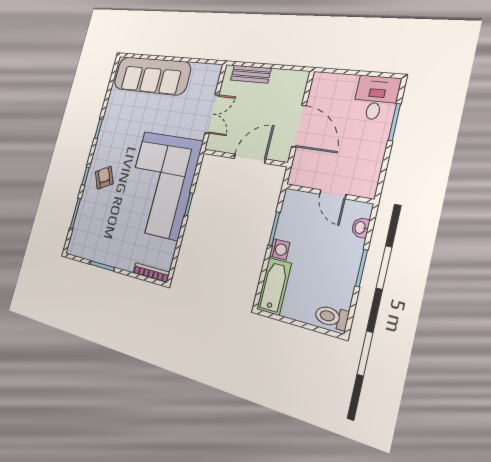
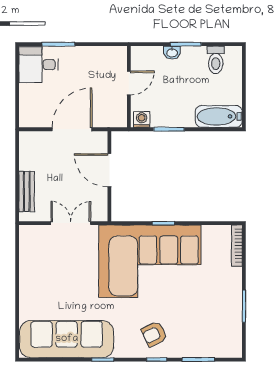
sofa: (152, 76) -> (67, 339), moved, turned -90
washbasin: (360, 228) -> (172, 53), moved
washing machine: (280, 249) -> (142, 119), moved
toilet: (332, 317) -> (216, 60), moved

